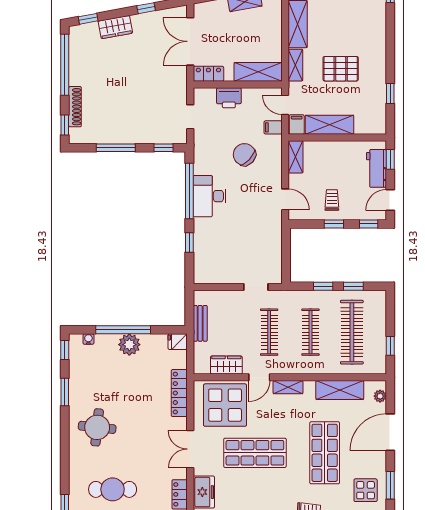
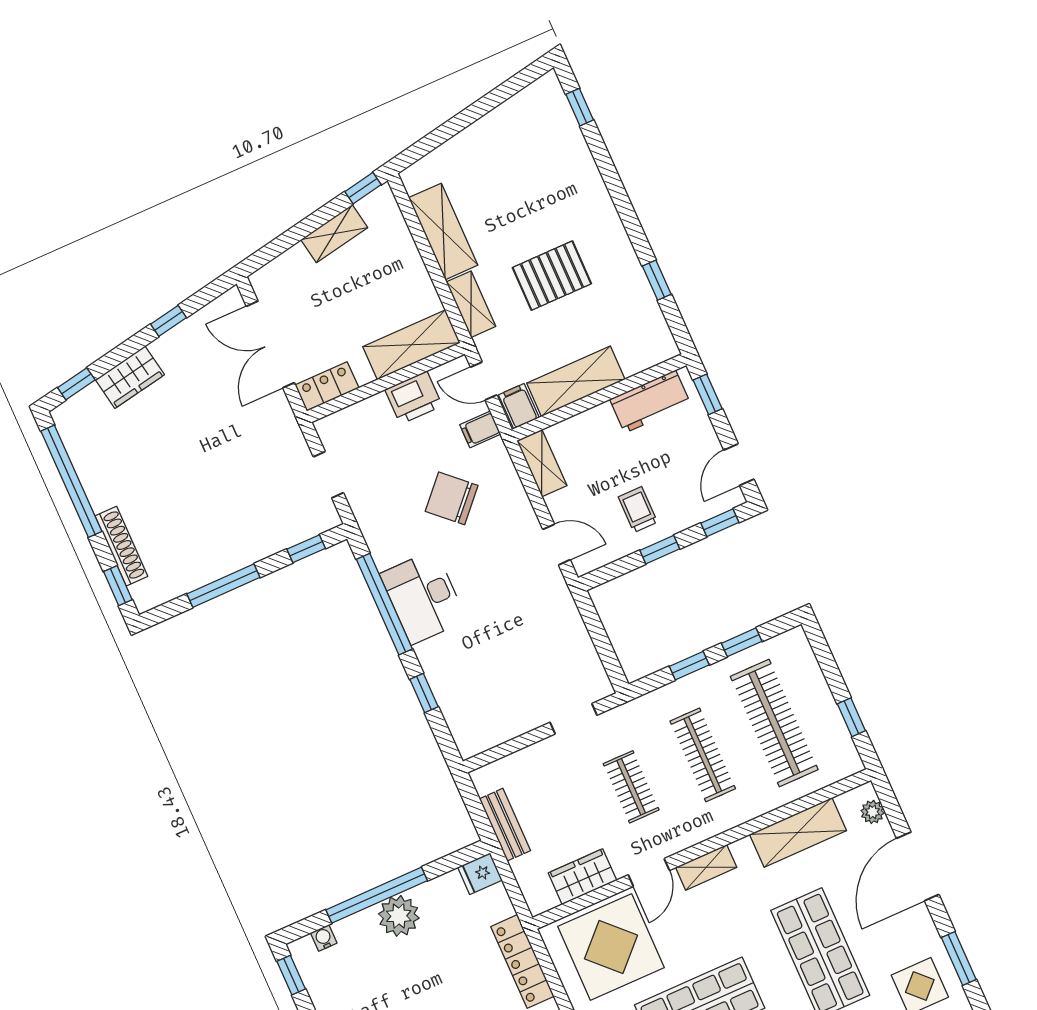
printer: (229, 98) -> (414, 398), moved
workbench: (376, 168) -> (650, 402), moved, turned -90
clothes rail: (269, 332) -> (631, 787), width x0.73

